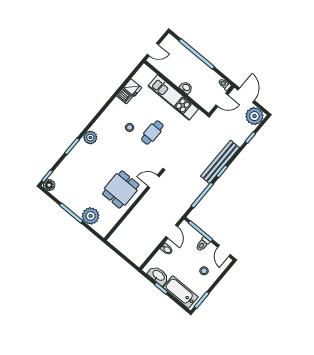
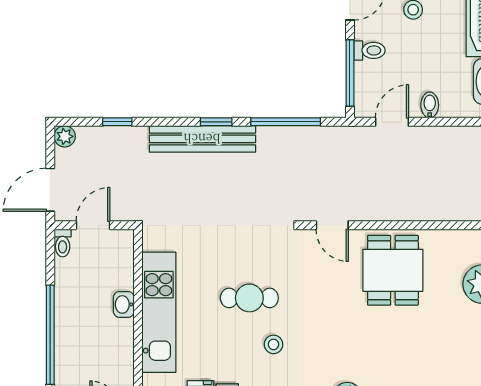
door: (222, 100) -> (93, 225), hinge flipped
plant: (254, 116) -> (65, 136), width x0.53, depth x0.53
dining table: (121, 189) -> (393, 270), turned 90

